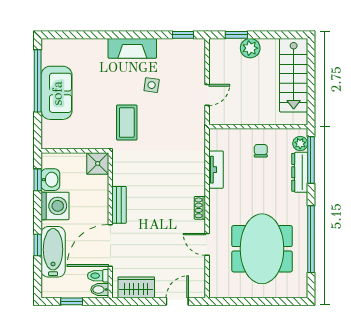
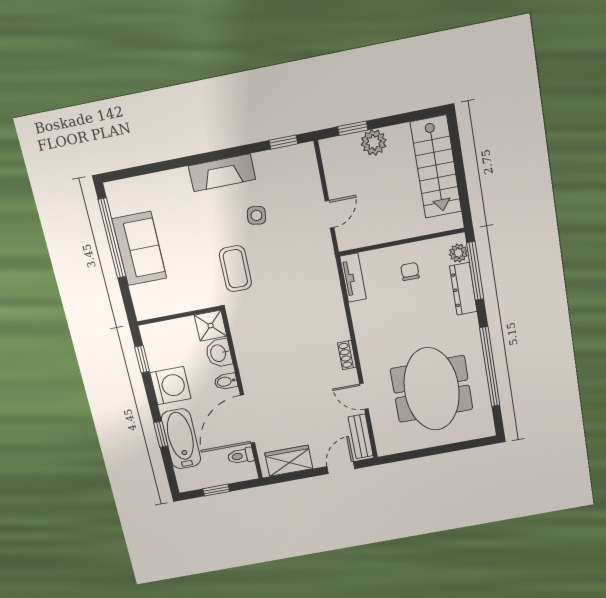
tv unit: (216, 170) -> (353, 278), moved
washbasin: (50, 180) -> (219, 353), moved, turned 180
bench: (119, 205) -> (361, 436), moved
bidet: (100, 290) -> (226, 381), moved

